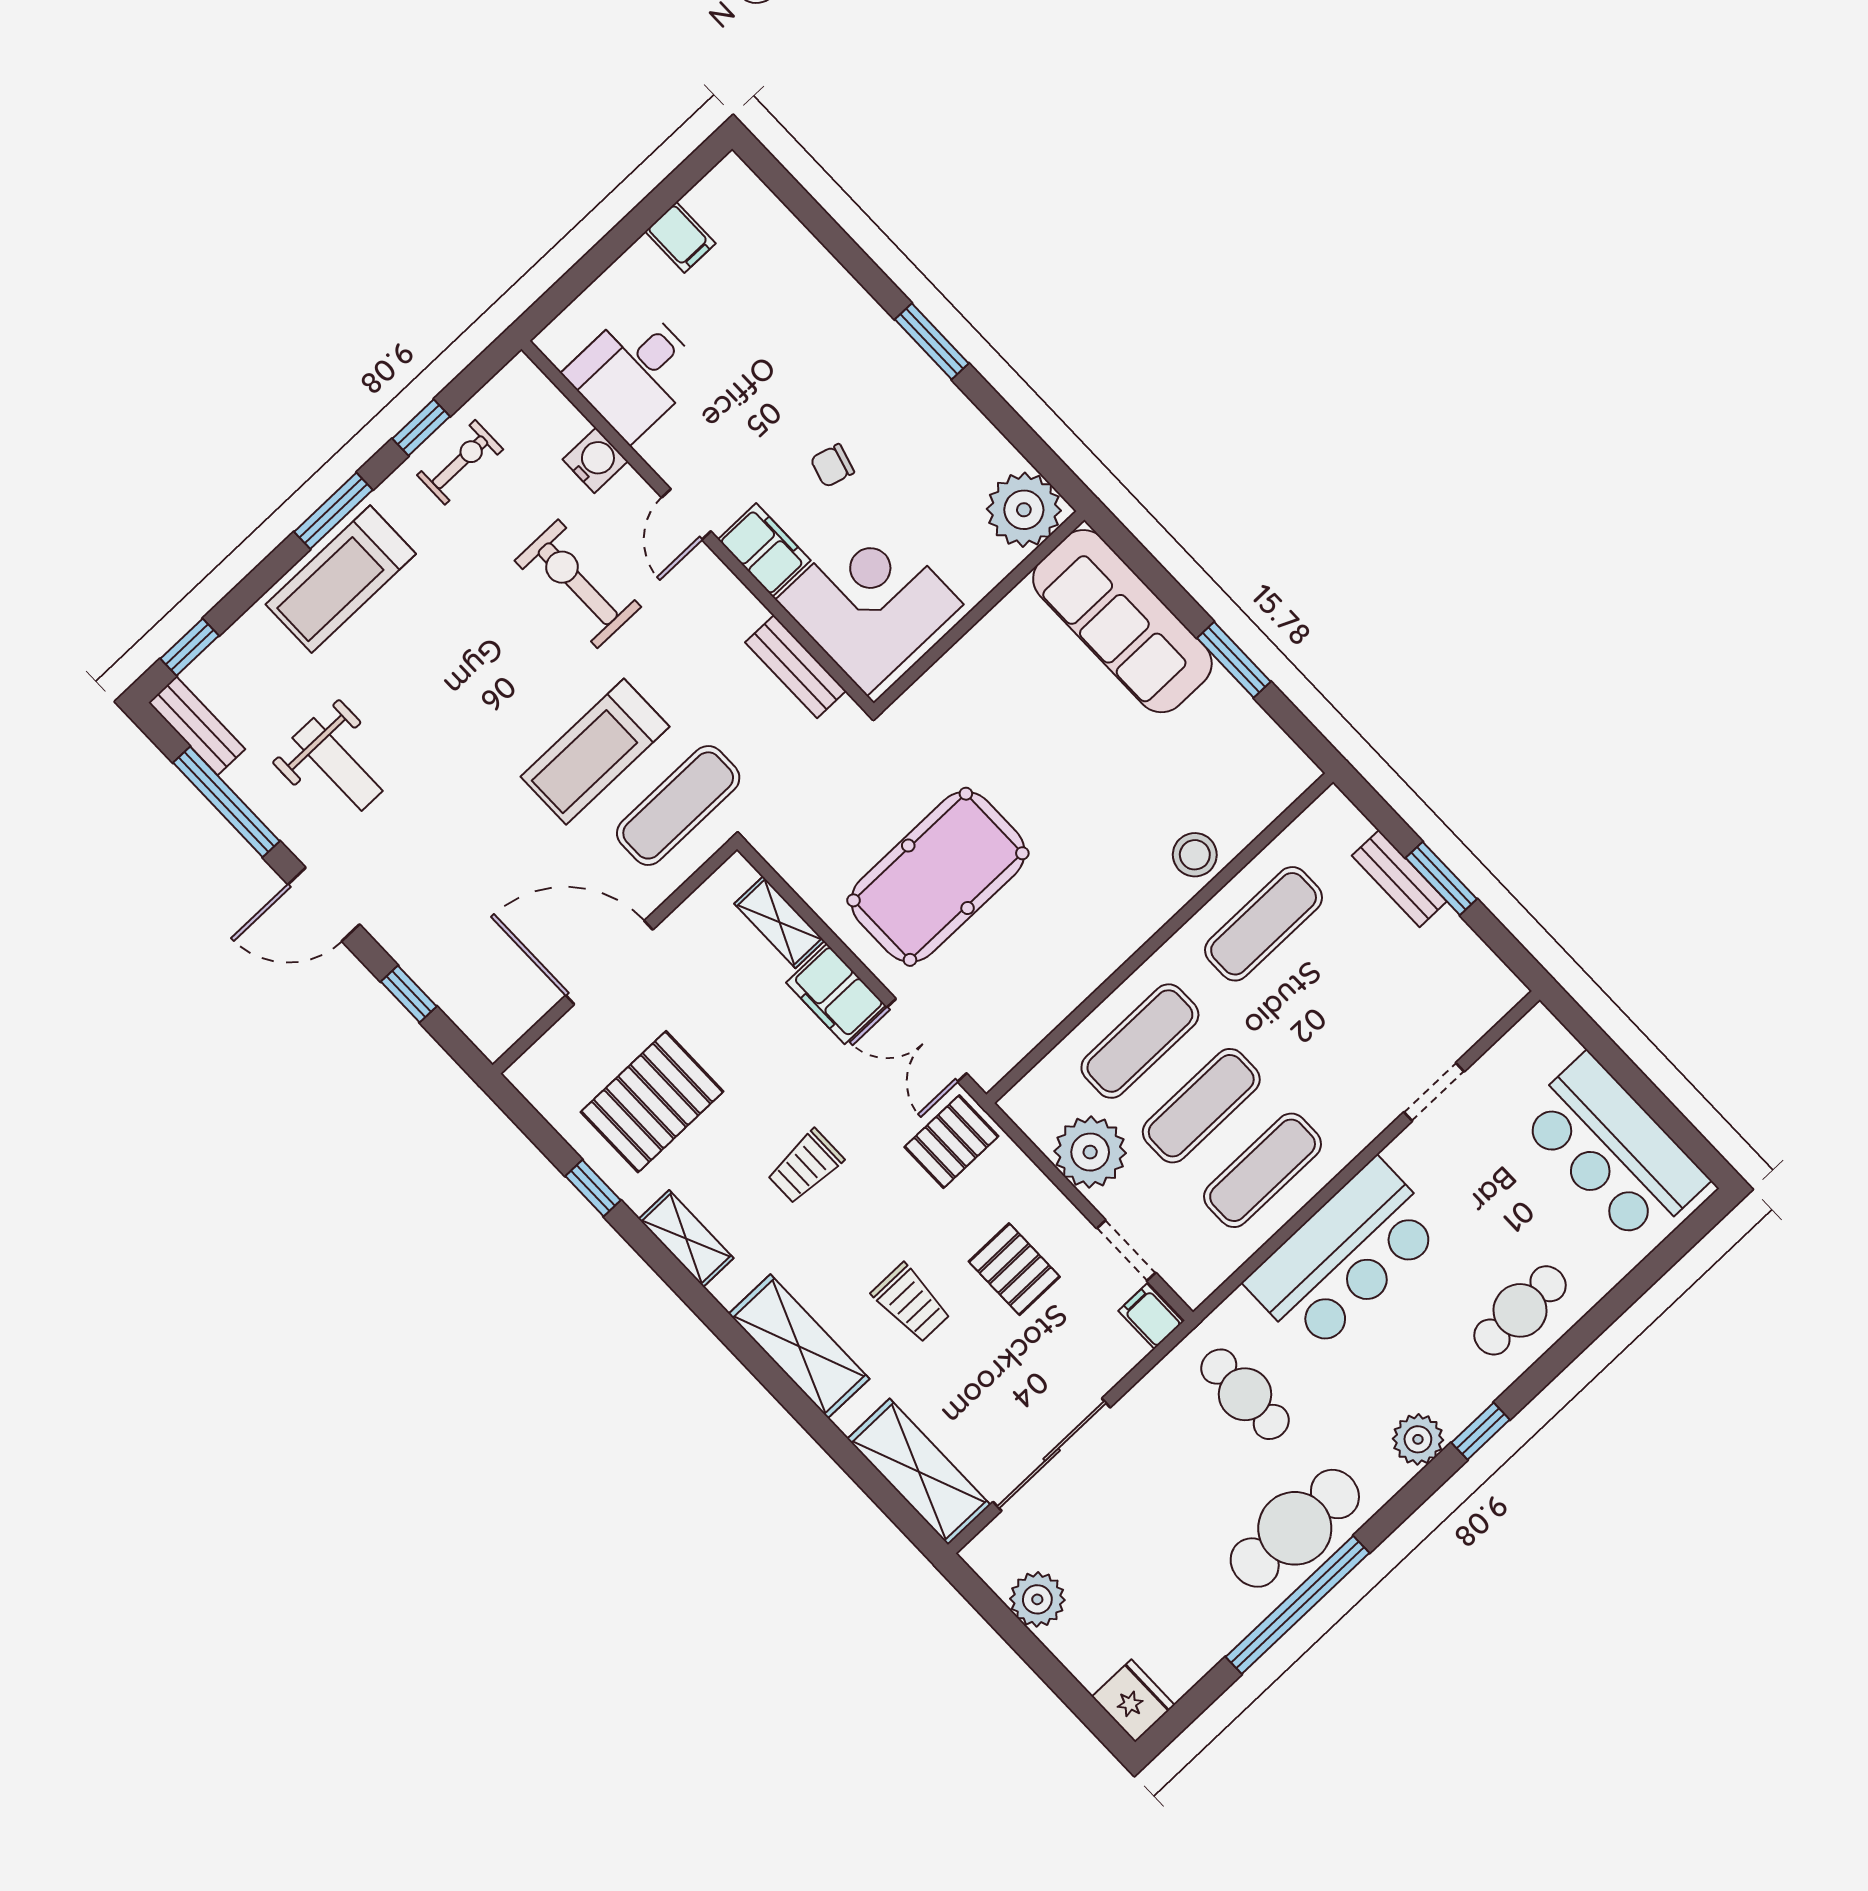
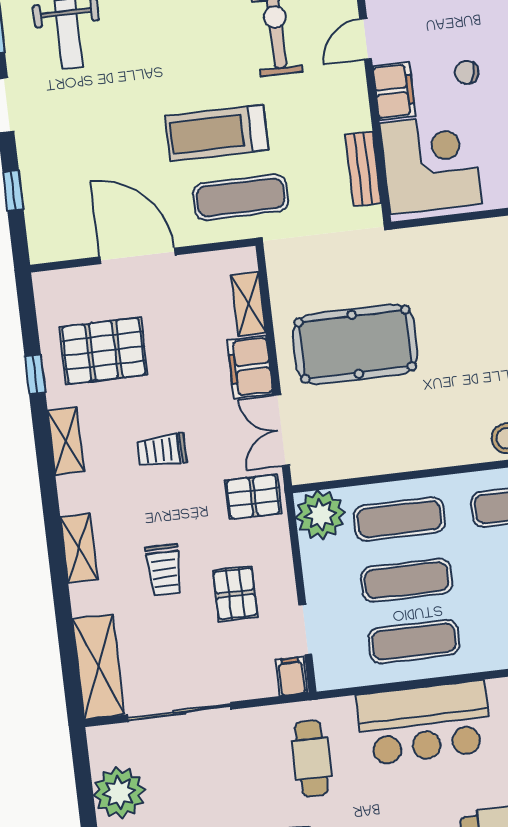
plant: (1090, 1152) -> (320, 515), moved
shelving: (799, 1346) -> (79, 548), width x0.67, depth x0.75
plant: (1037, 1599) -> (119, 792), width x1.36, depth x1.36

